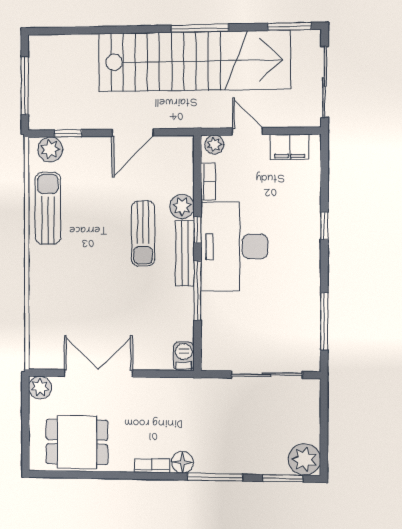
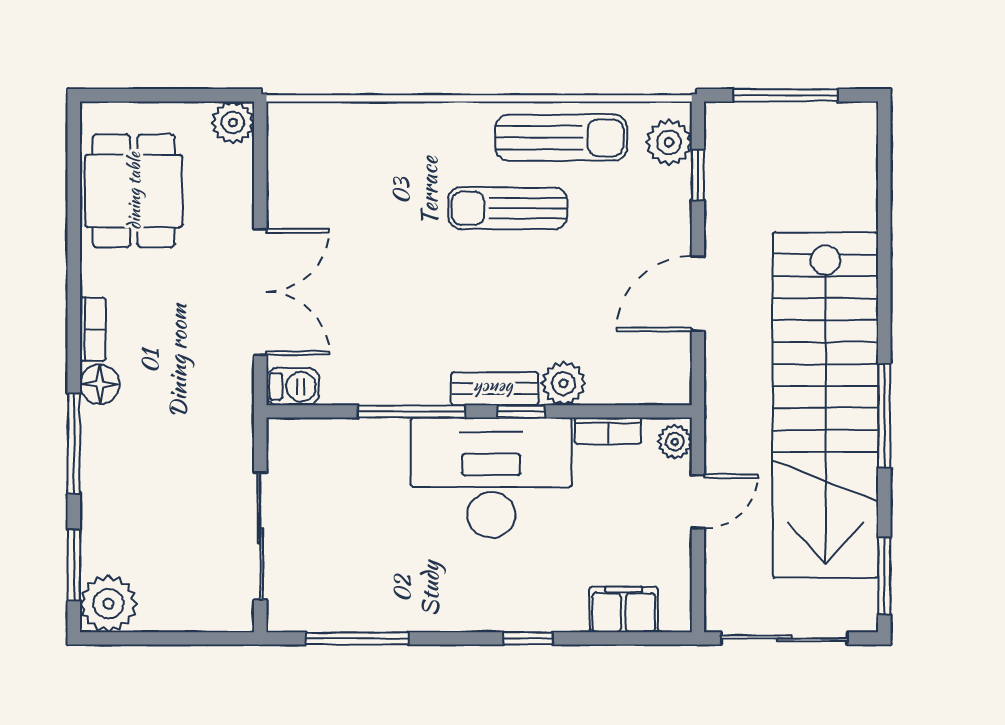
door: (133, 133) -> (698, 294), hinge flipped
filing cabinet: (290, 147) -> (624, 609), moved, turned 90
sun lounger: (143, 233) -> (508, 208), moved
bench: (185, 253) -> (495, 389), width x0.73
double door: (98, 373) -> (260, 292), moved

